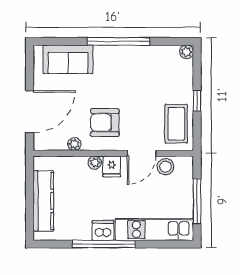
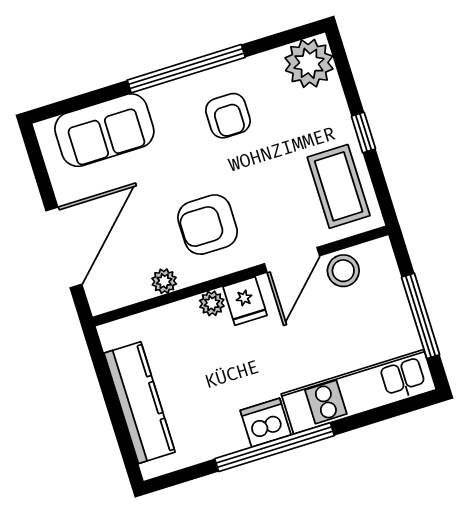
plant: (187, 52) -> (309, 63), width x1.88, depth x1.88
armchair: (132, 71) -> (228, 116), added

